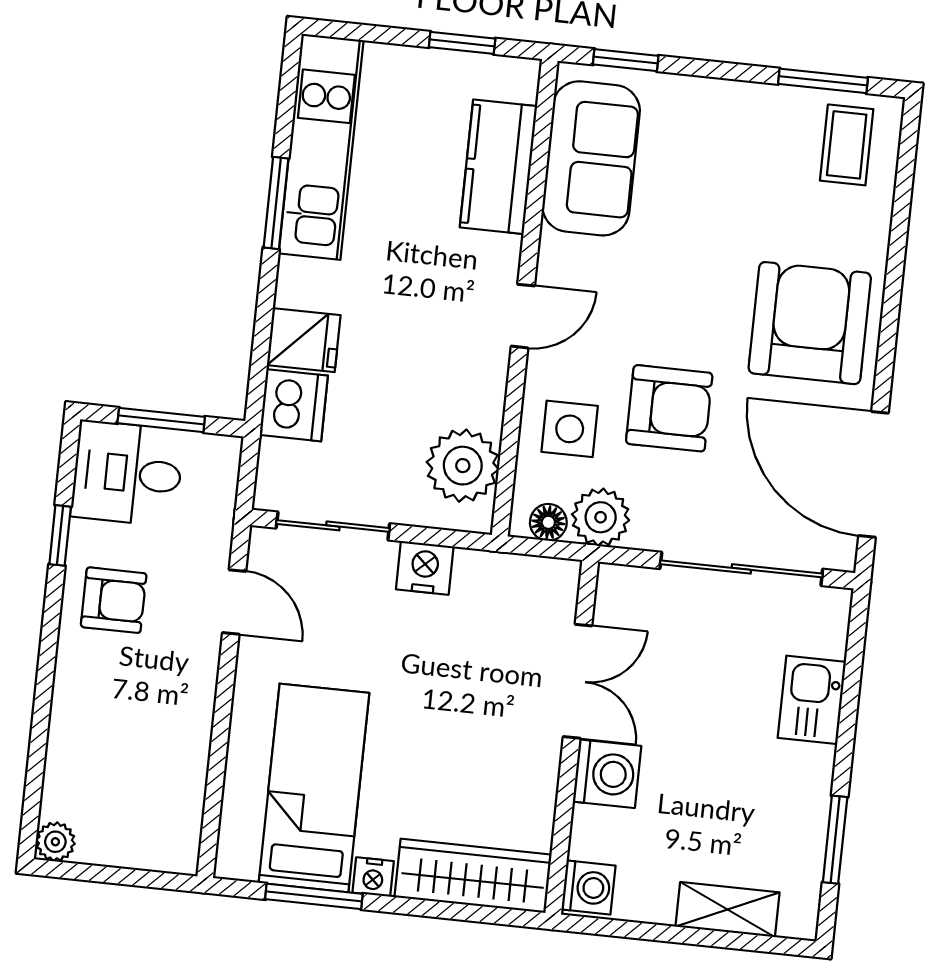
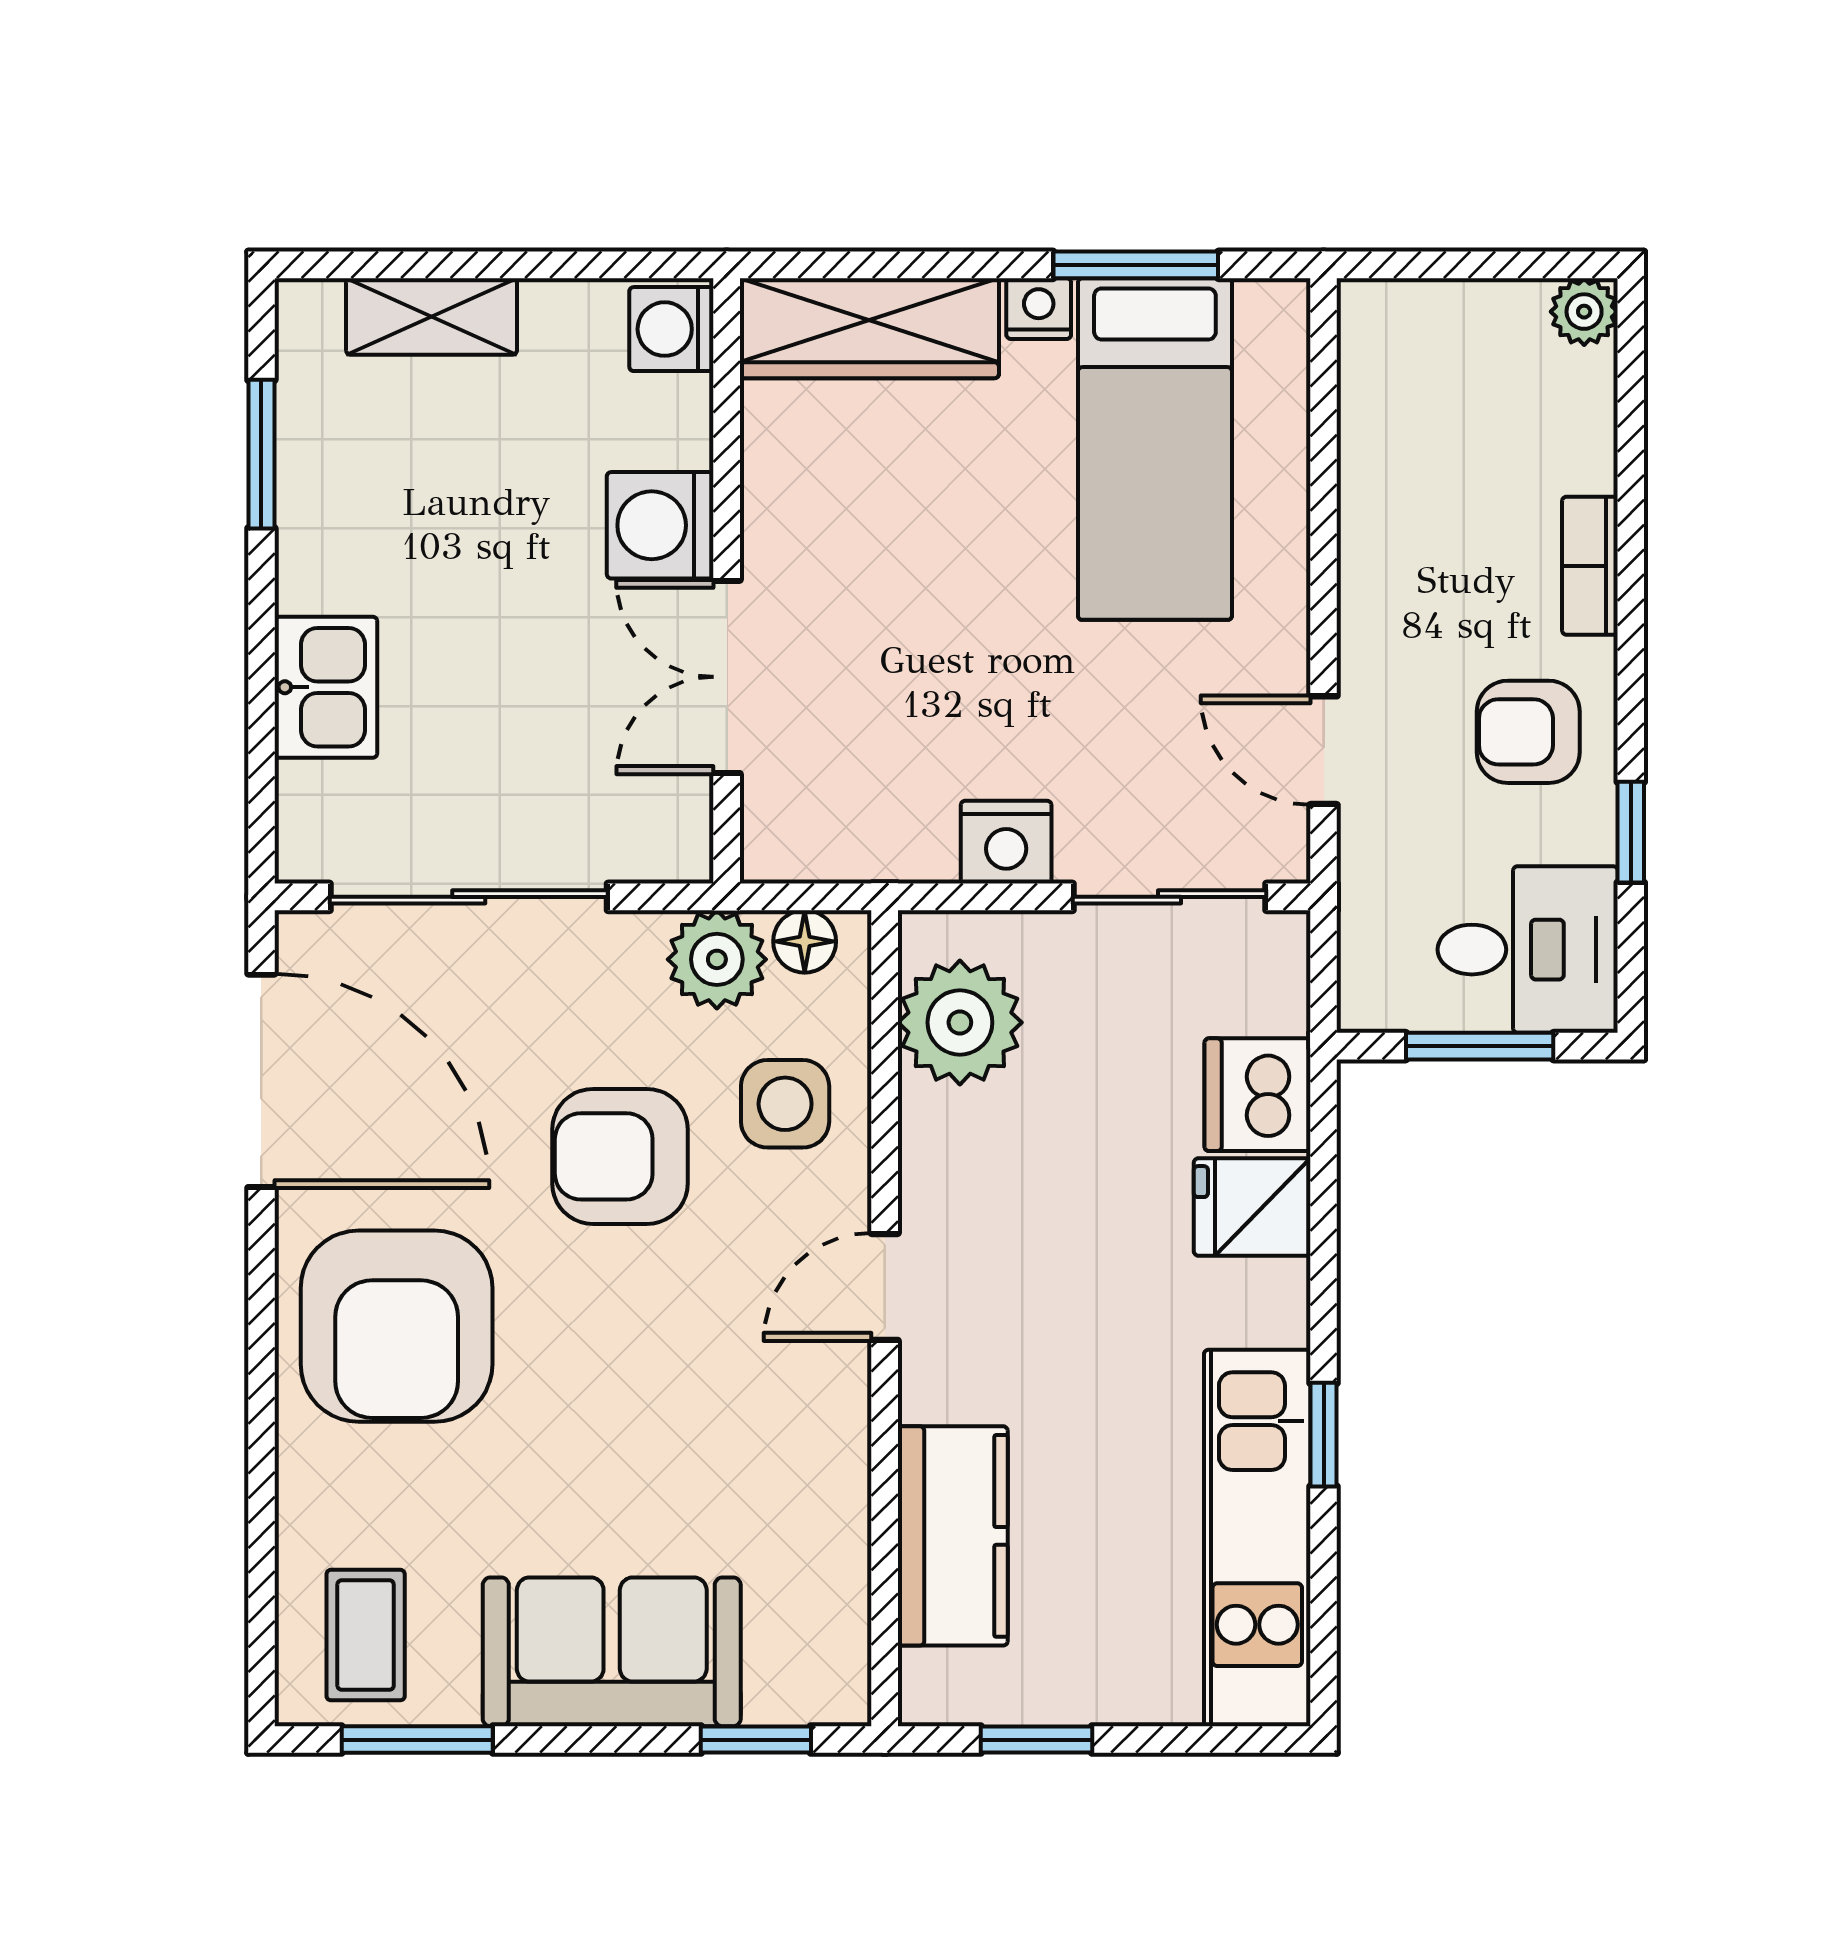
sofa: (591, 158) -> (612, 1652), moved, turned 90
window: (276, 203) -> (1324, 1435), width x0.67
bookcase: (68, 693) -> (1590, 566), added

